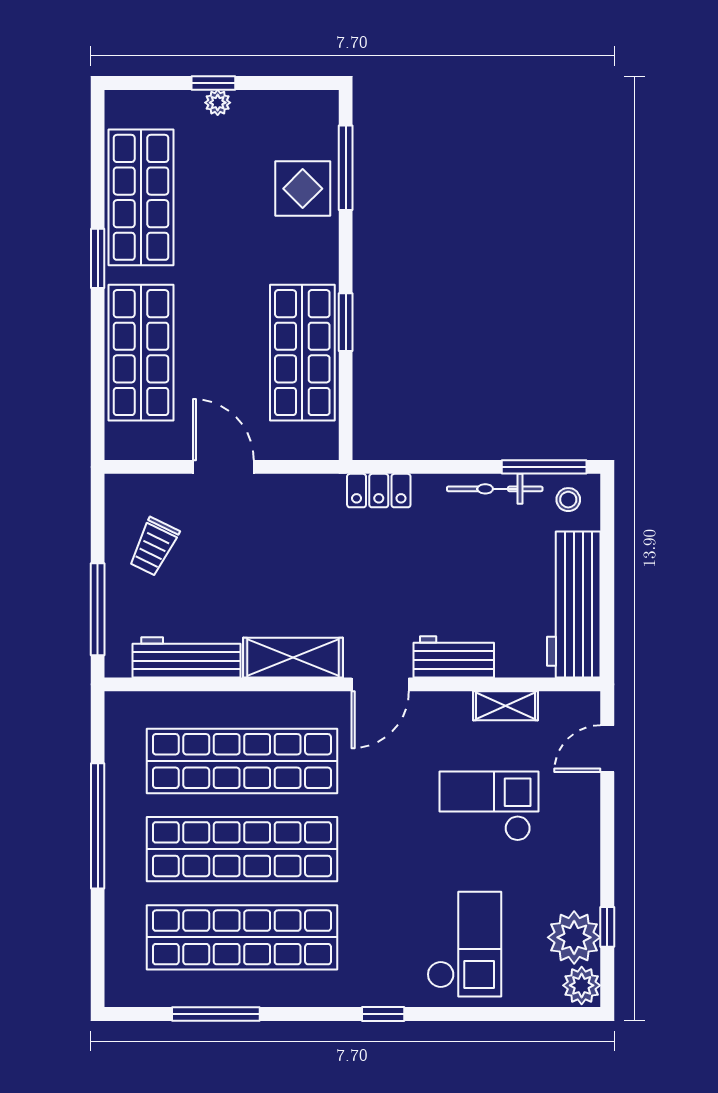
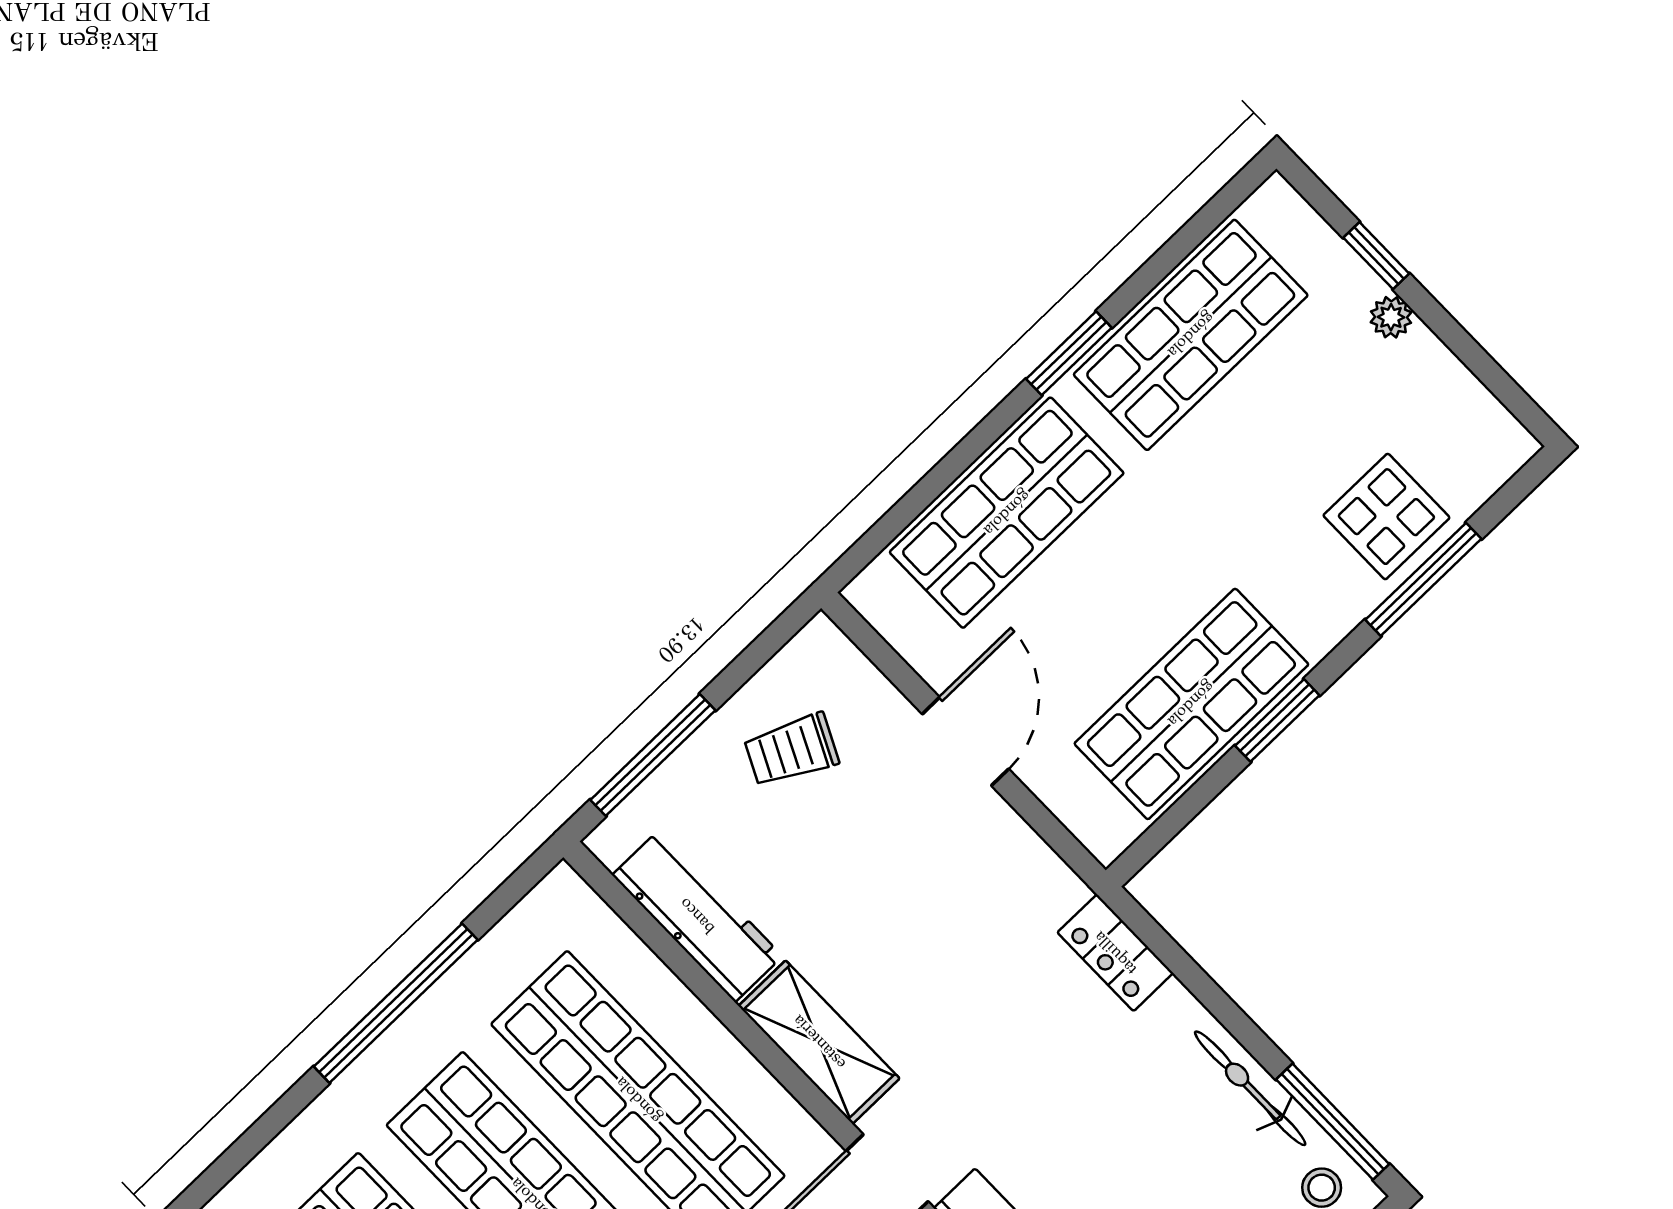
window: (213, 83) -> (1376, 256), moved
window: (346, 168) -> (1423, 579), moved

